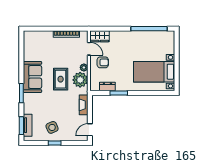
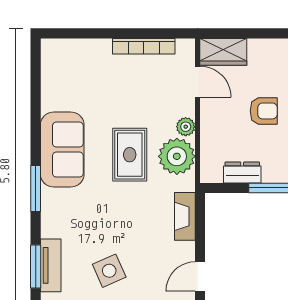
armchair: (103, 62) -> (264, 111), moved

